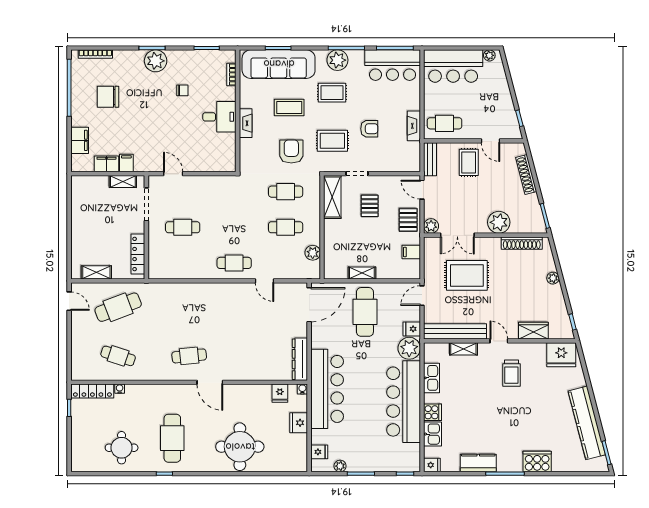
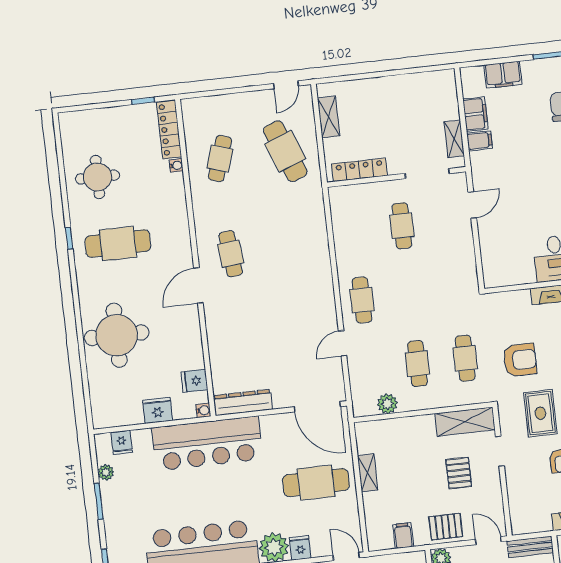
door: (422, 190) -> (488, 541), hinge flipped
pallet: (370, 206) -> (459, 473), turned 90

